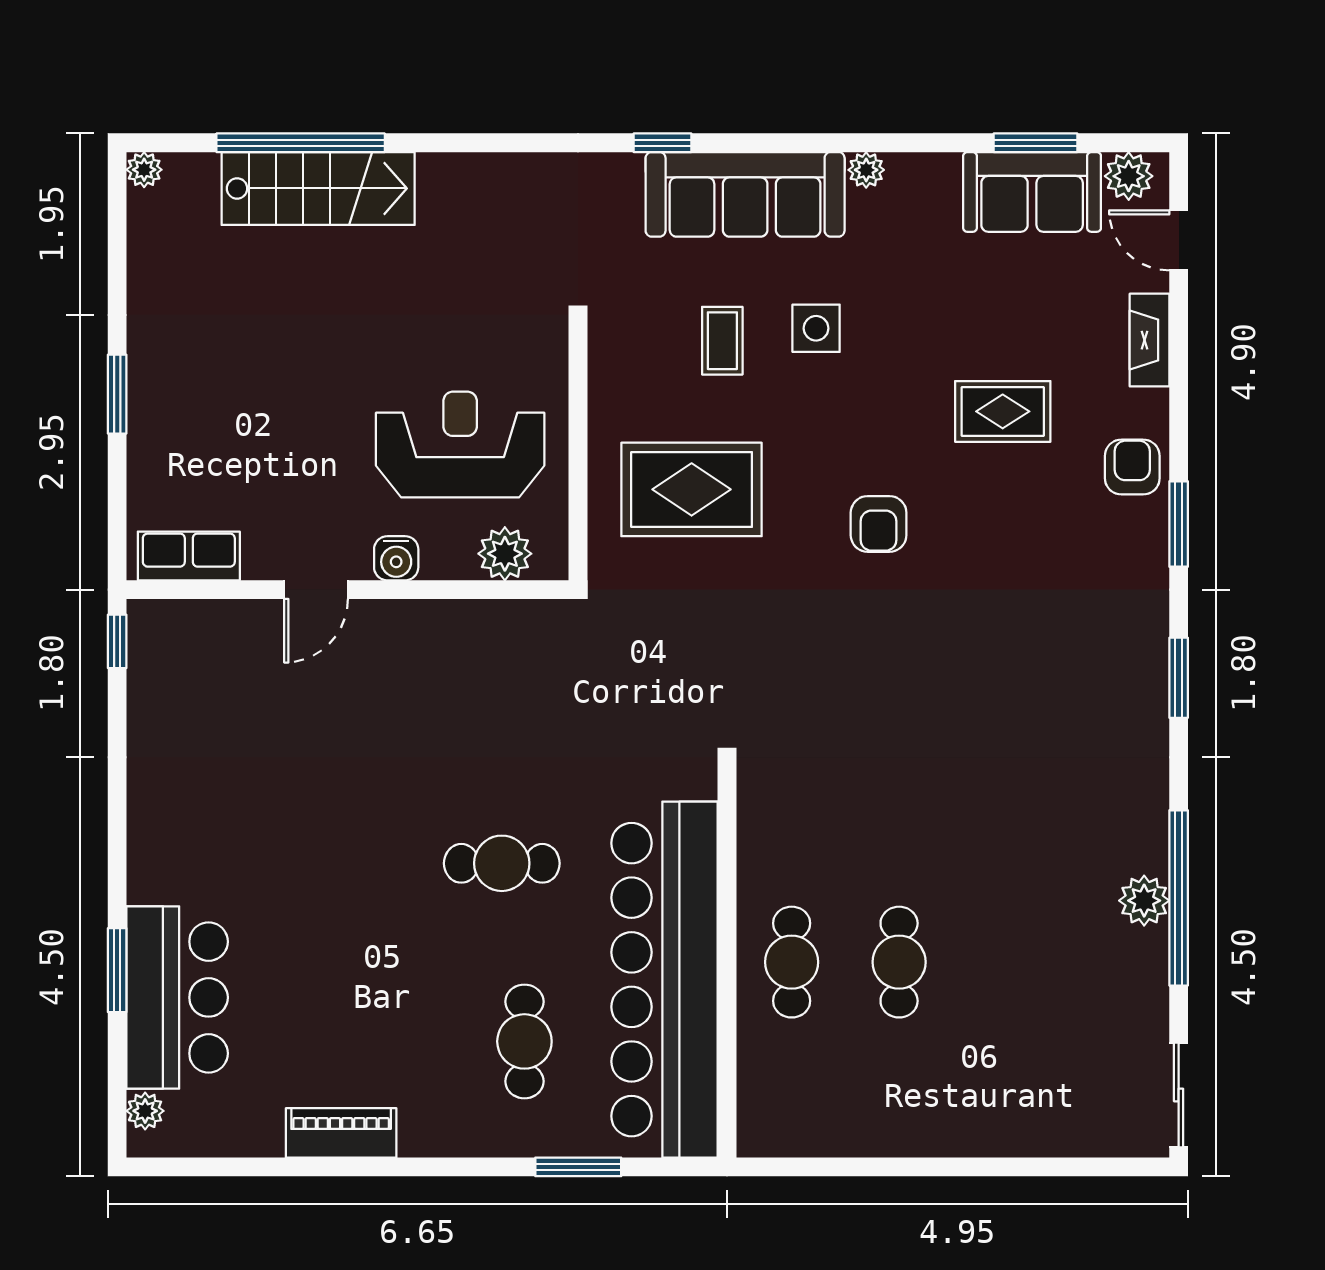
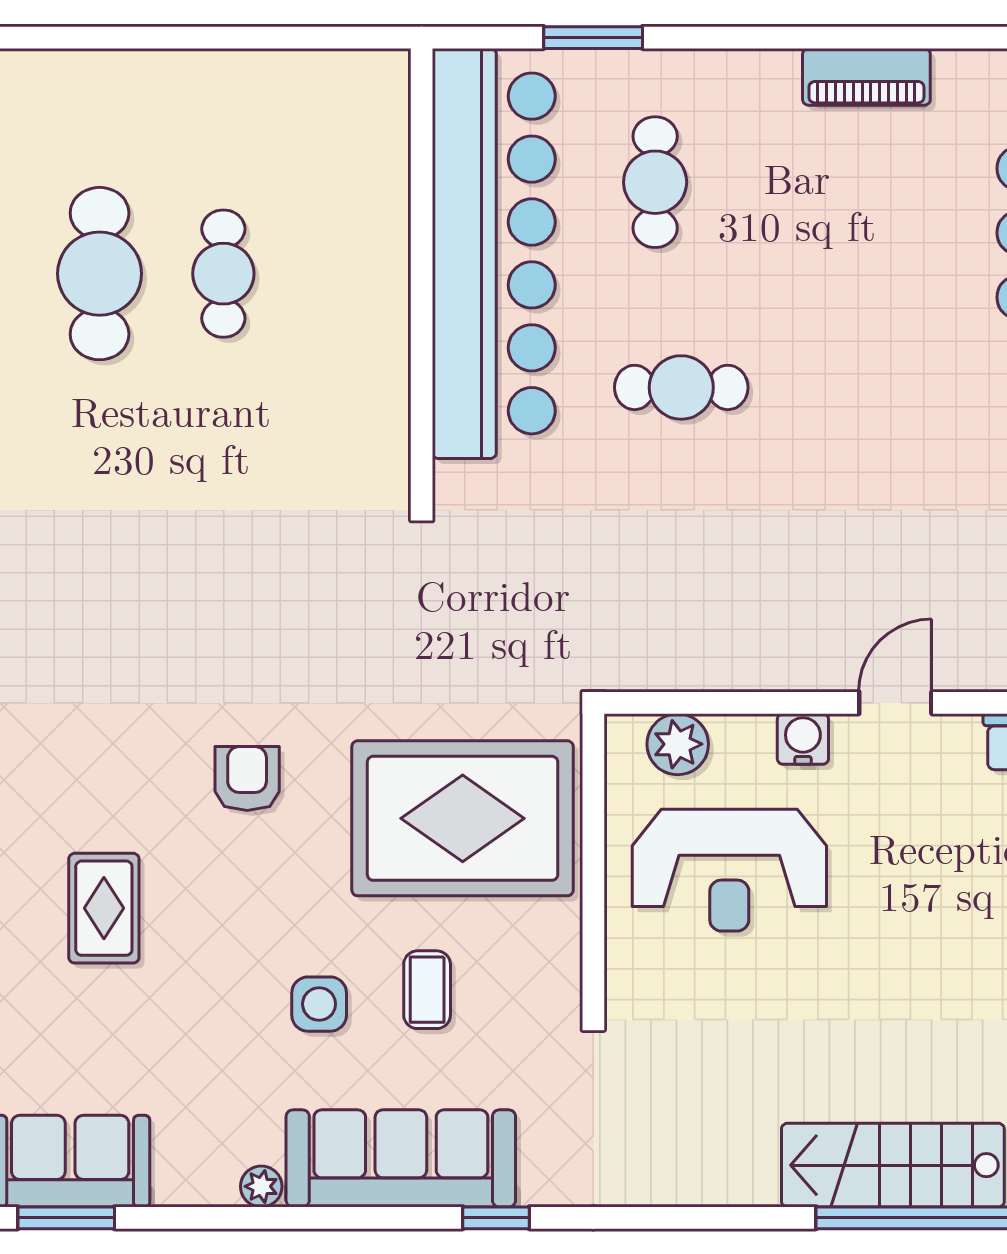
rug: (1003, 411) -> (104, 908), turned 90
rug: (692, 489) -> (463, 818), width x1.37, depth x1.44
cafe table: (792, 962) -> (100, 274), moved, width x1.37, depth x1.35

